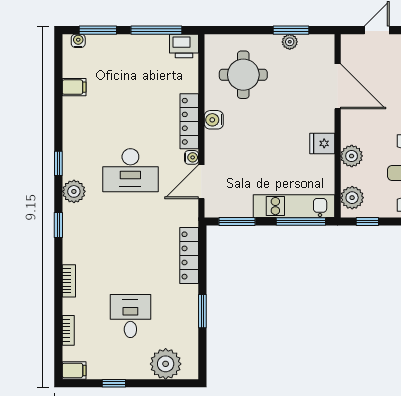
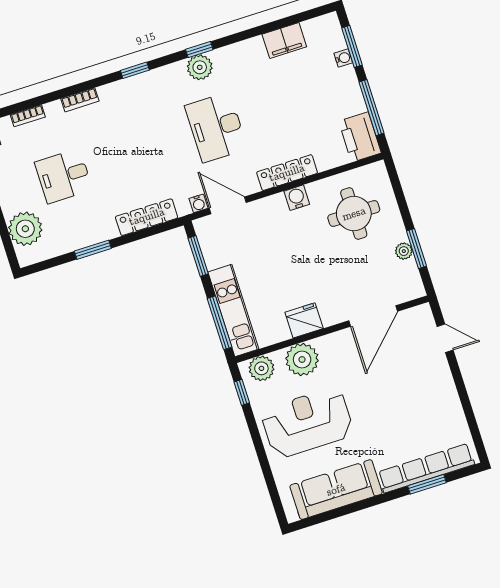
water cooler: (78, 41) -> (343, 58), moved
printer: (184, 46) -> (360, 137), width x1.37, depth x1.19
filing cabinet: (74, 87) -> (284, 41), width x2.00
fridge: (322, 143) -> (304, 320), width x1.38
plant: (352, 156) -> (302, 359), width x1.36, depth x1.36
water cooler: (192, 157) -> (198, 203), moved
plant: (74, 191) -> (200, 67), moved
desk: (130, 316) -> (64, 176), turned 180

